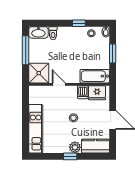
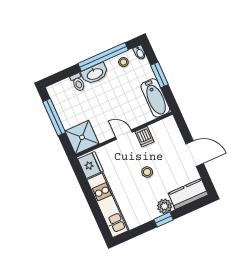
window: (79, 23) -> (103, 57), width x3.17
washbasin: (38, 32) -> (95, 74), moved
bathtub: (95, 76) -> (155, 98), moved, turned -90
door: (59, 84) -> (124, 135), moved
fridge: (97, 93) -> (90, 165), moved, turned -90

